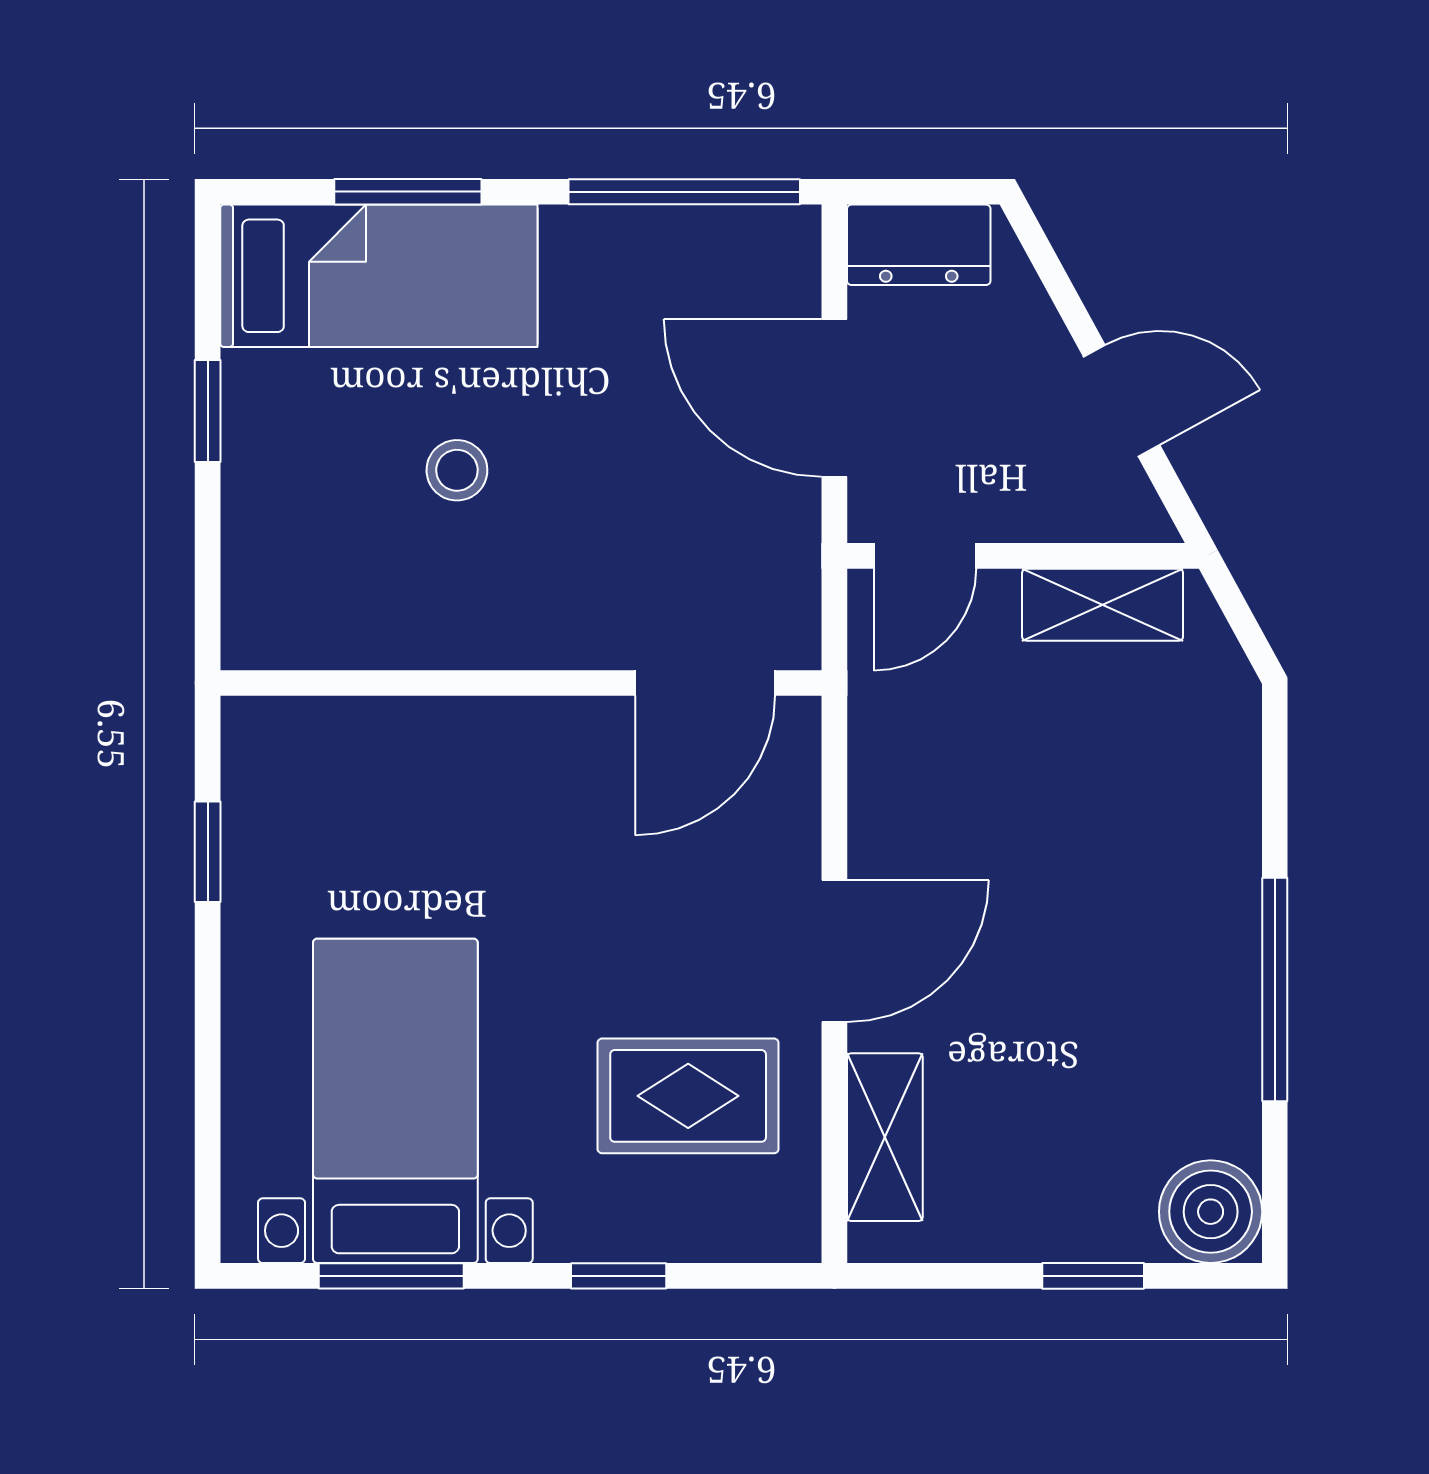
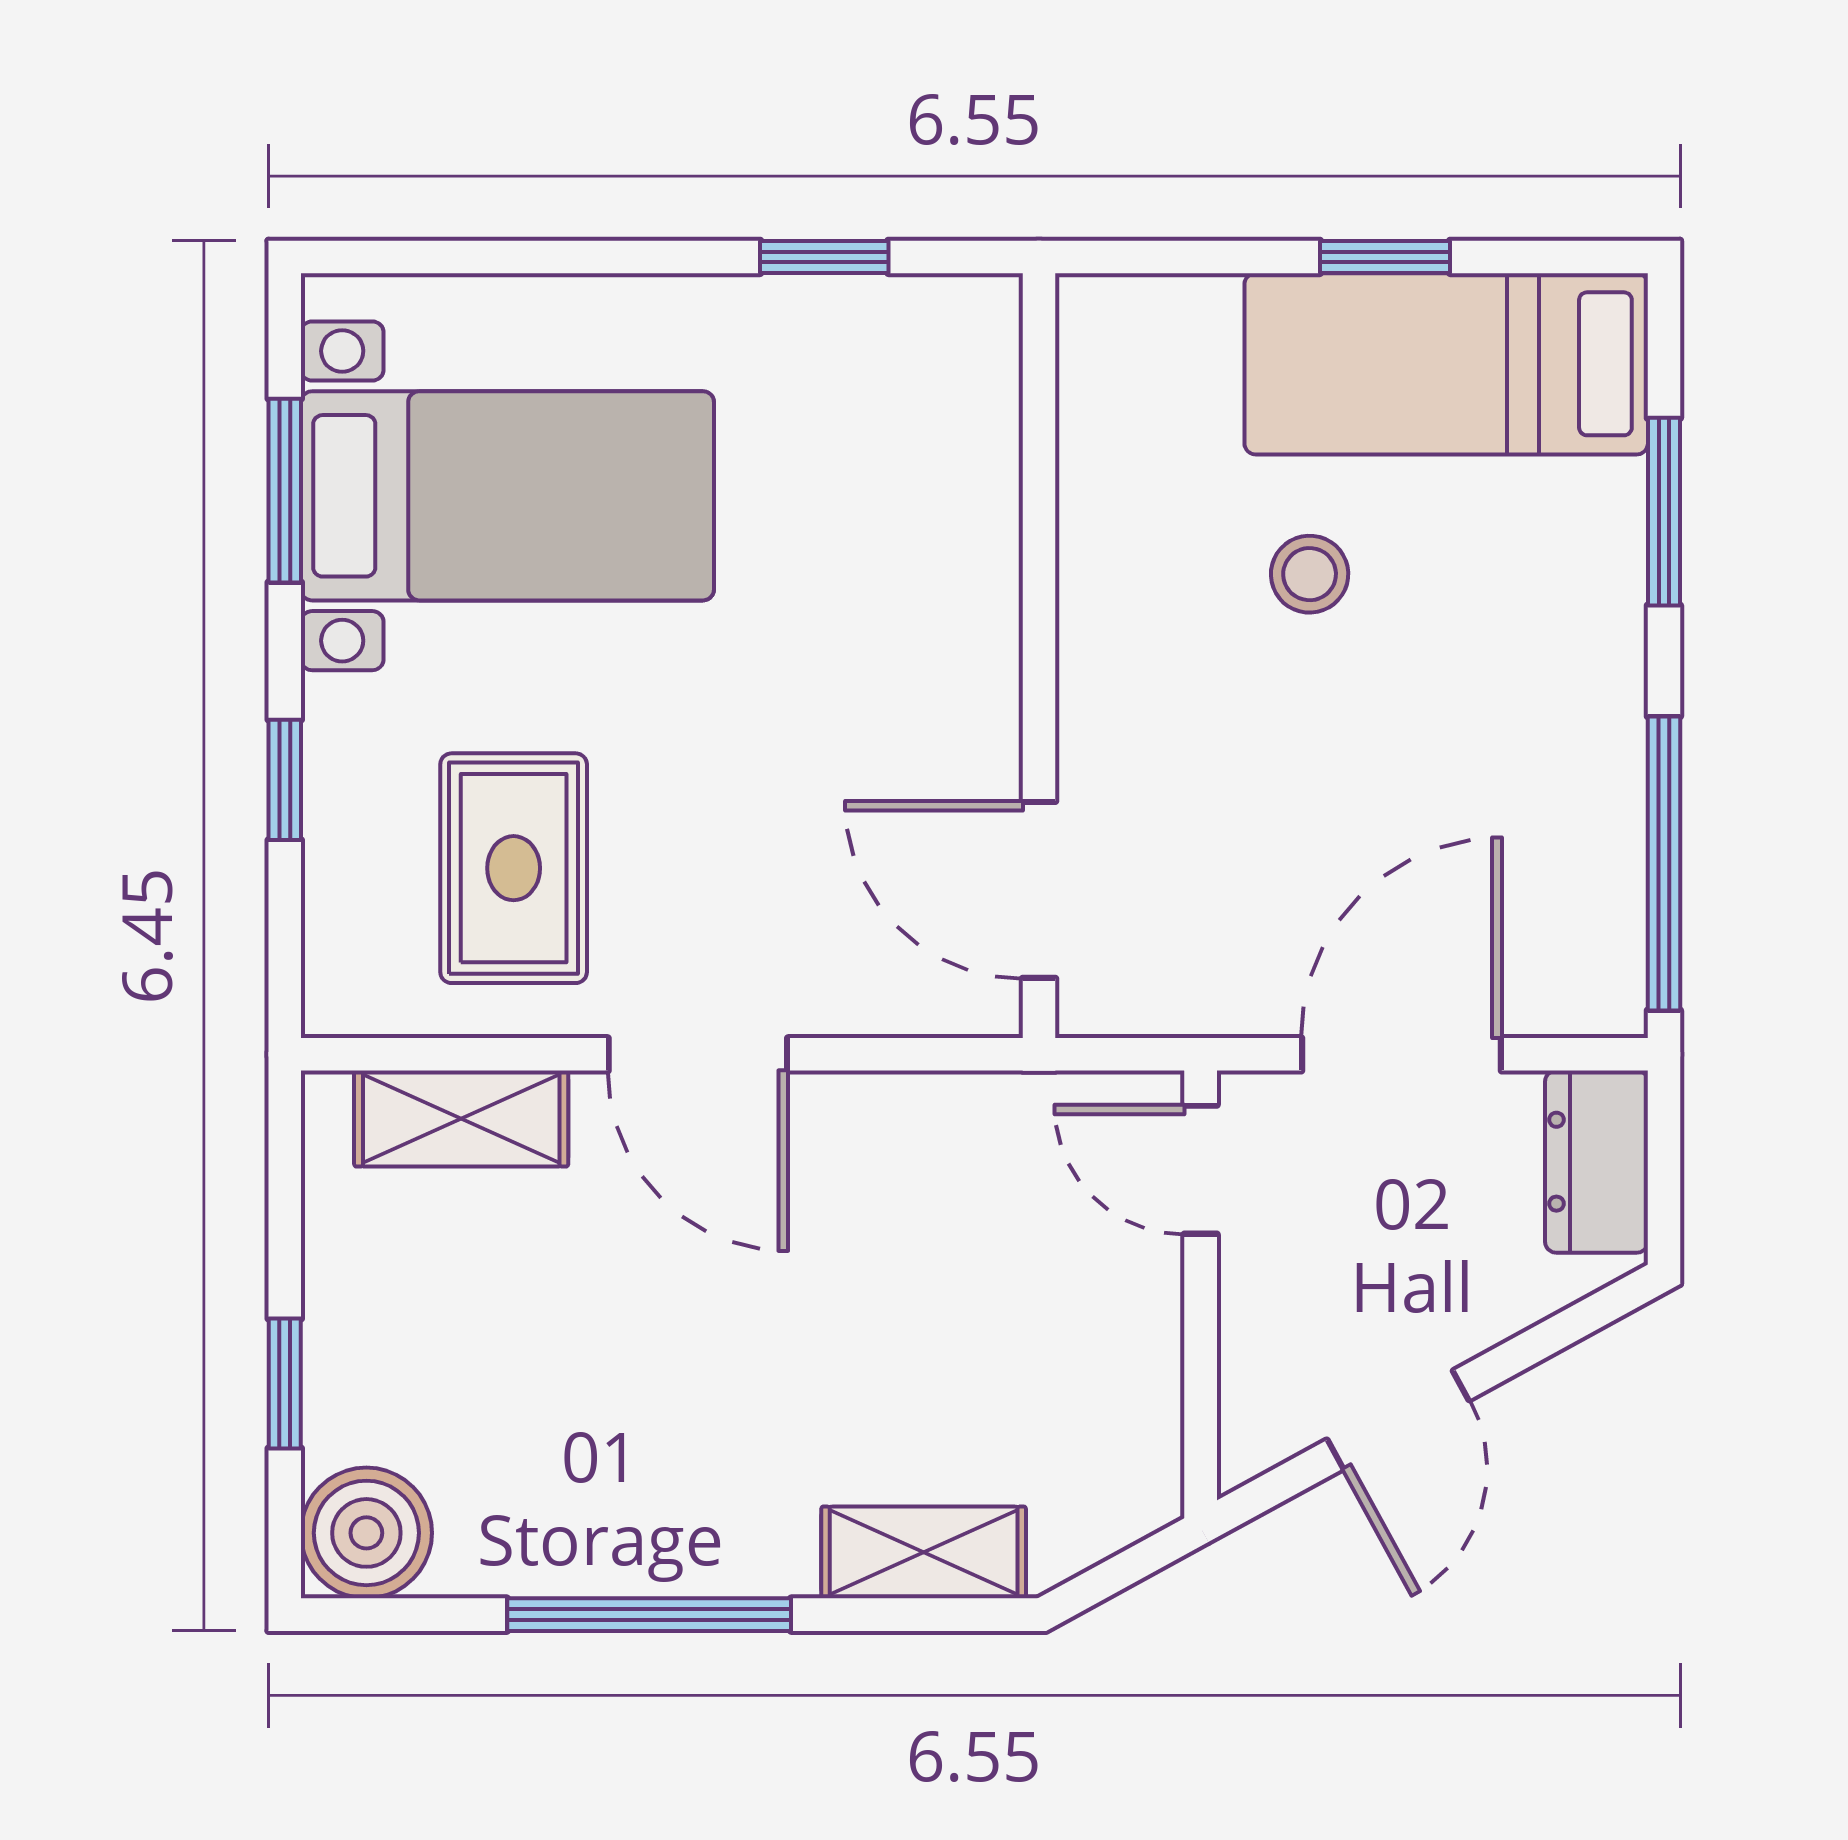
bed: (379, 276) -> (1446, 364), moved, turned 90
shelving: (1103, 605) -> (924, 1552), moved, turned 90

